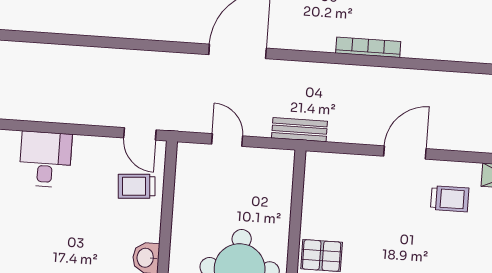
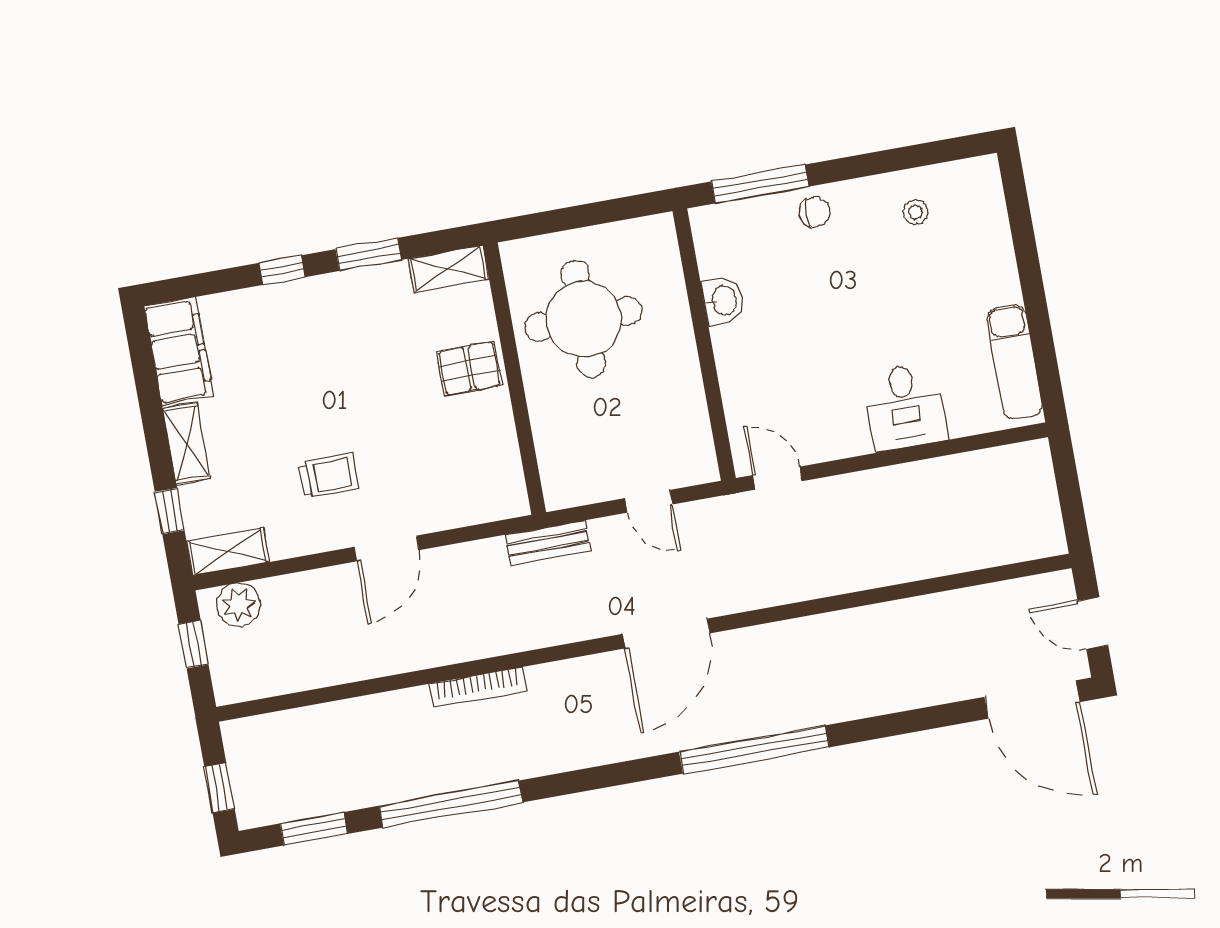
trolley: (137, 186) -> (763, 401), removed
trolley: (450, 199) -> (329, 476), moved, turned 180

